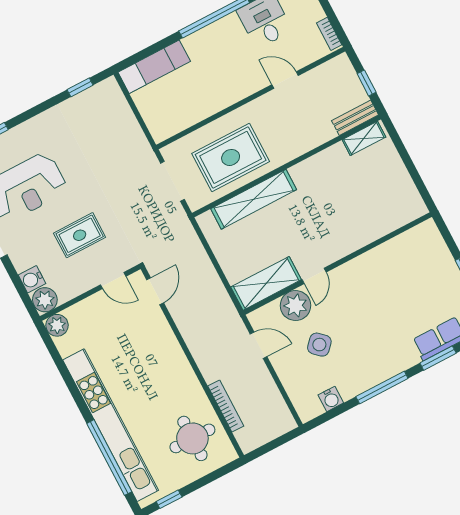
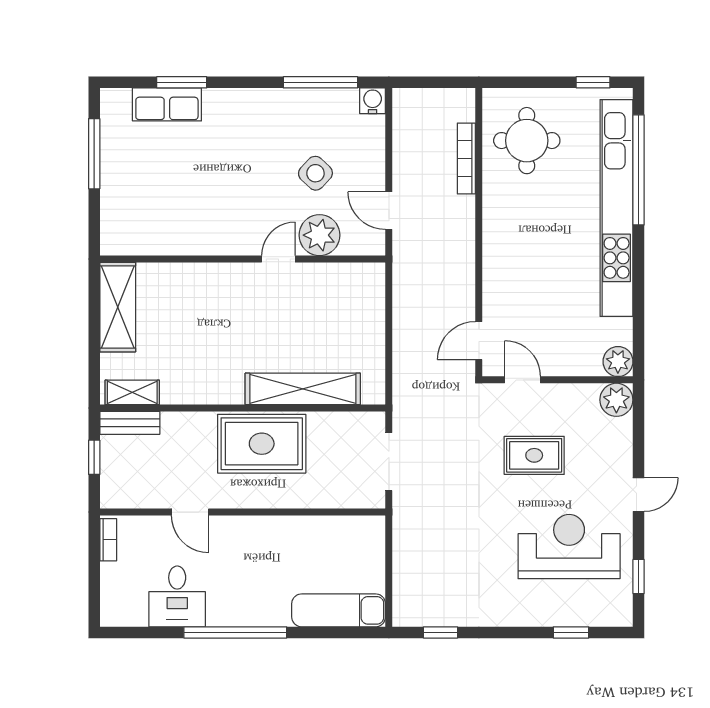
rug: (231, 157) -> (262, 444), moved
water cooler: (32, 279) -> (619, 433), removed
shelving: (266, 283) -> (118, 307), moved, turned 90
window: (382, 387) -> (320, 82), moved
water cooler: (331, 399) -> (373, 101), moved

